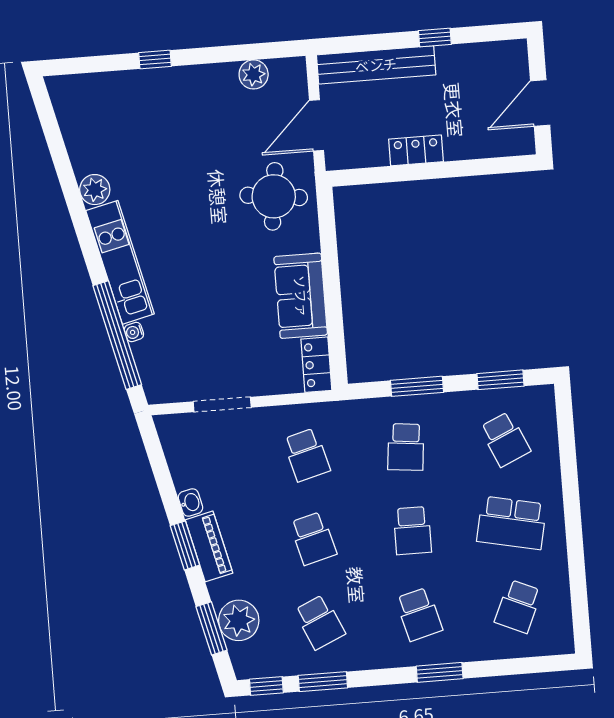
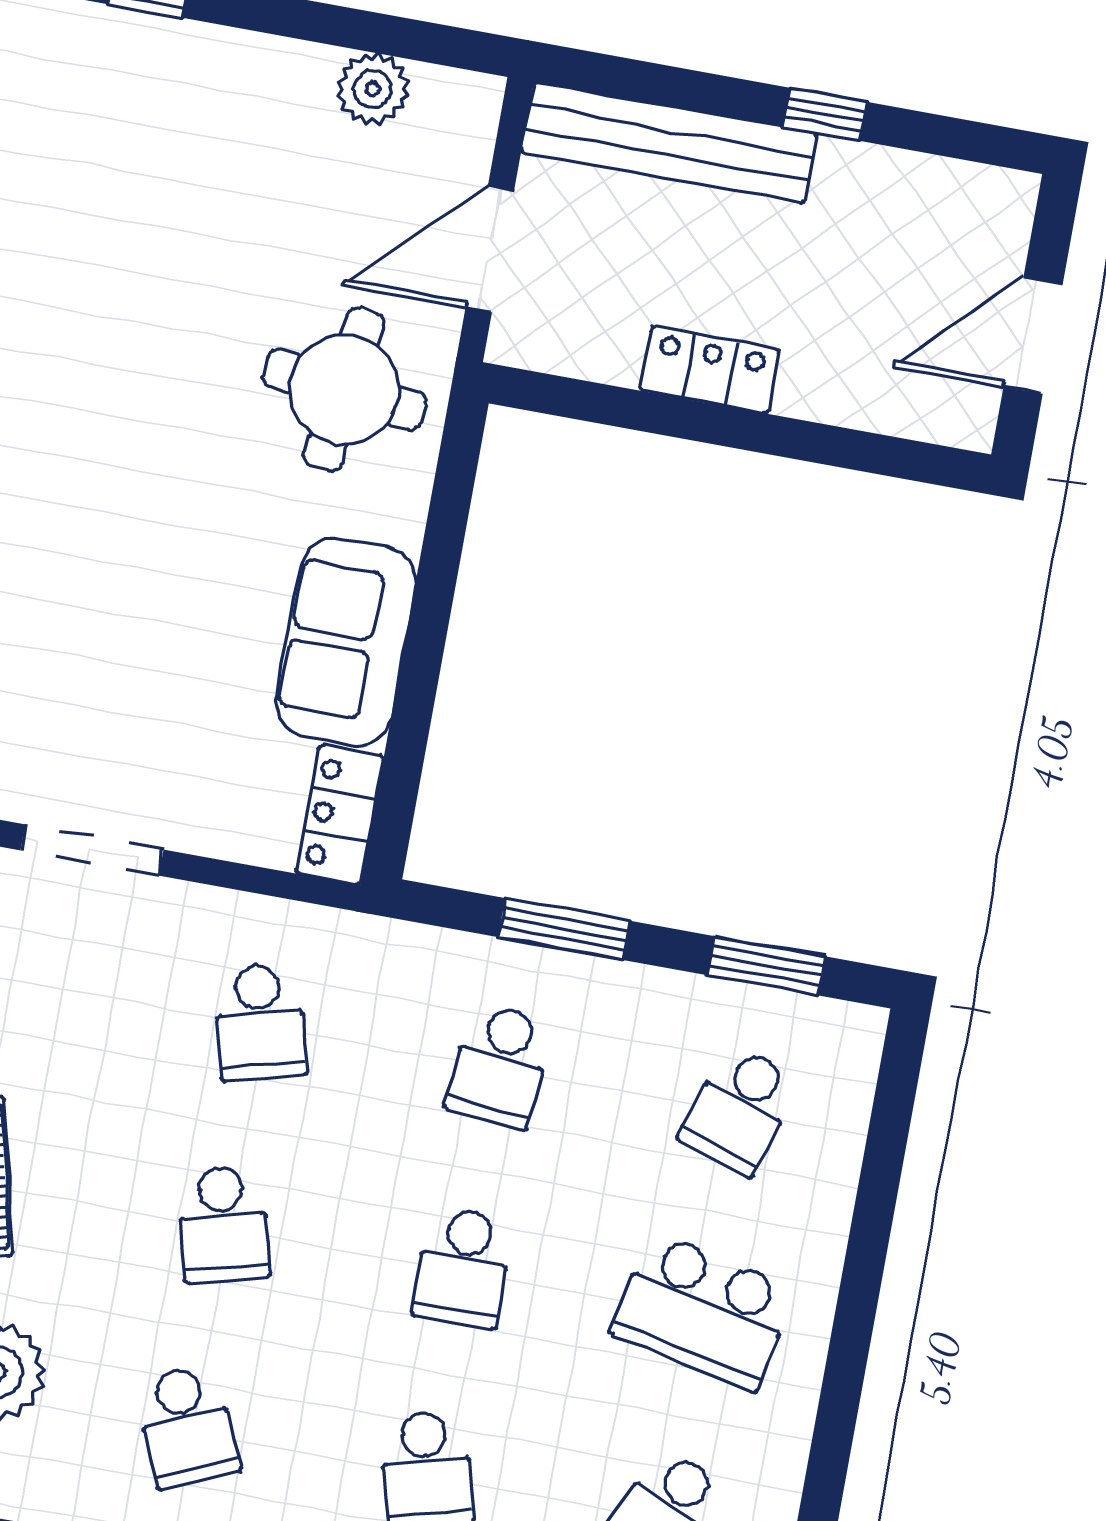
school desk: (505, 439) -> (740, 1109), turned 42

